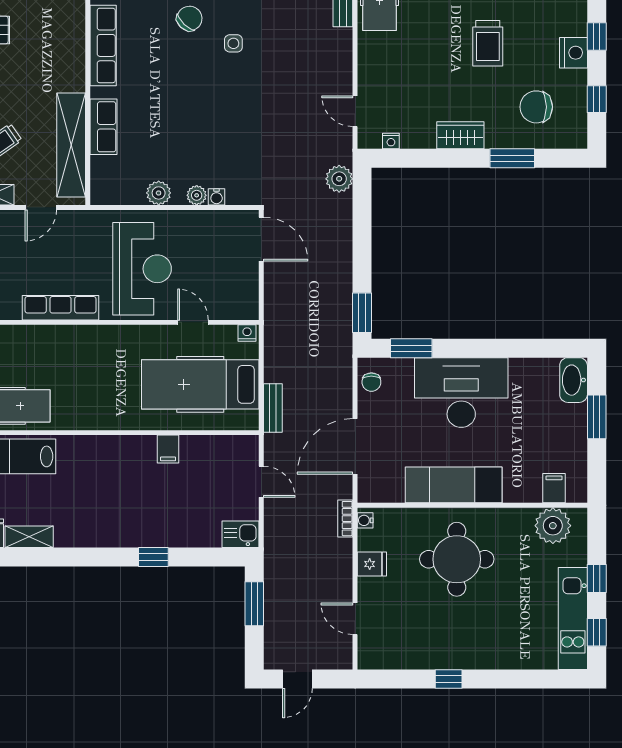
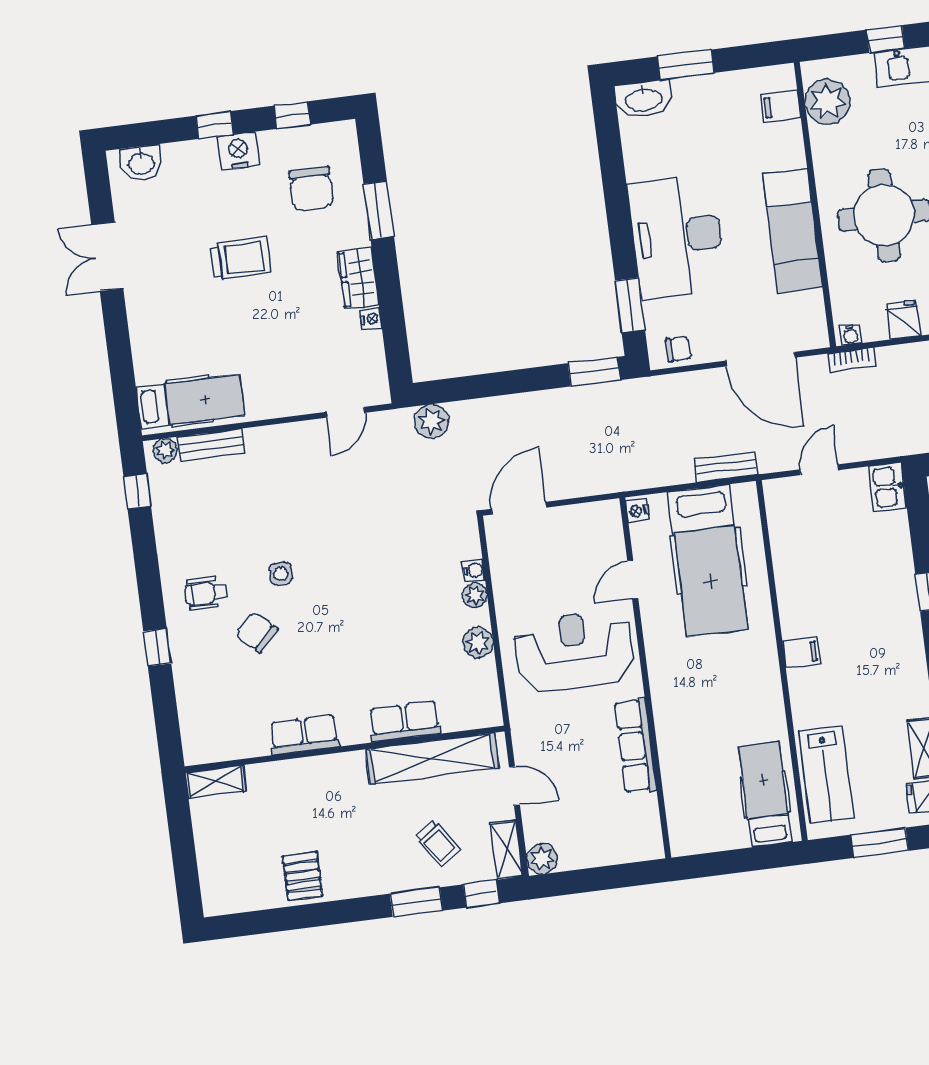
row of seats: (103, 45) -> (304, 735), width x0.68
nightstand: (391, 141) -> (371, 319), moved
filing cabinet: (168, 449) -> (801, 653), moved

